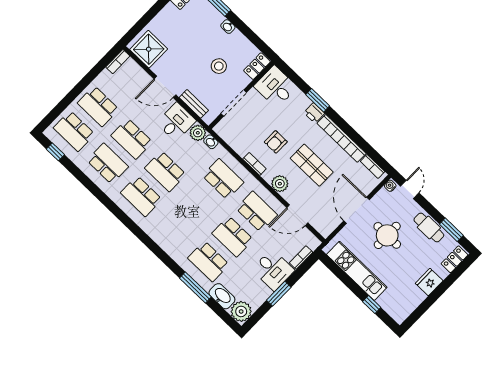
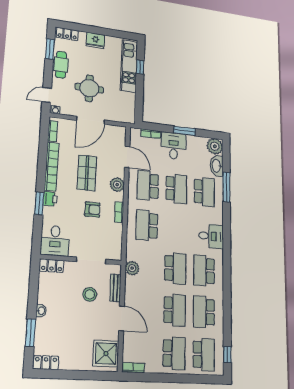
stool: (219, 66) -> (90, 294), moved
desk: (176, 122) -> (211, 236), moved, turned 180
washbasin: (211, 142) -> (130, 254), removed
school desk: (141, 196) -> (204, 271), turned 180
kitchen unit: (357, 271) -> (129, 66), moved

